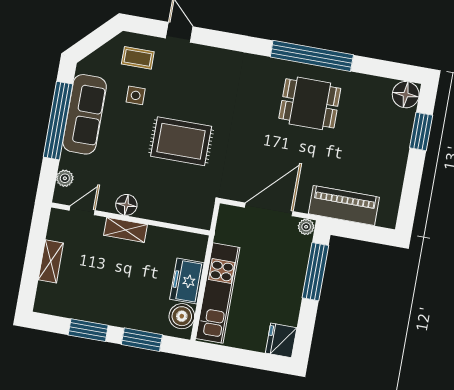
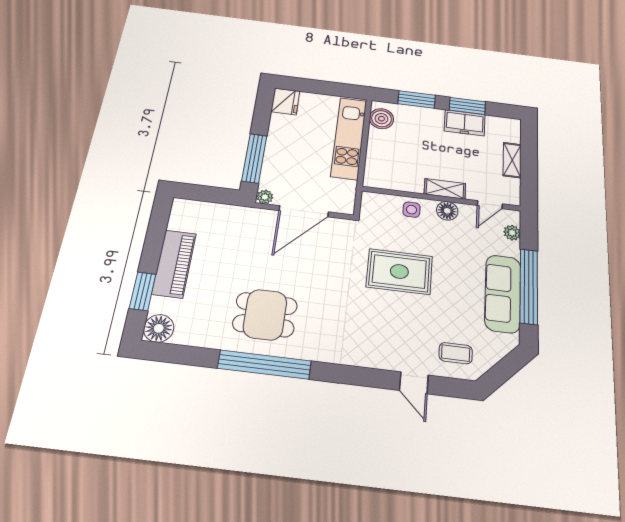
side table: (136, 95) -> (412, 210), moved
piano: (344, 206) -> (174, 264), moved, turned -90
freezer: (187, 281) -> (465, 123), moved, turned 90

